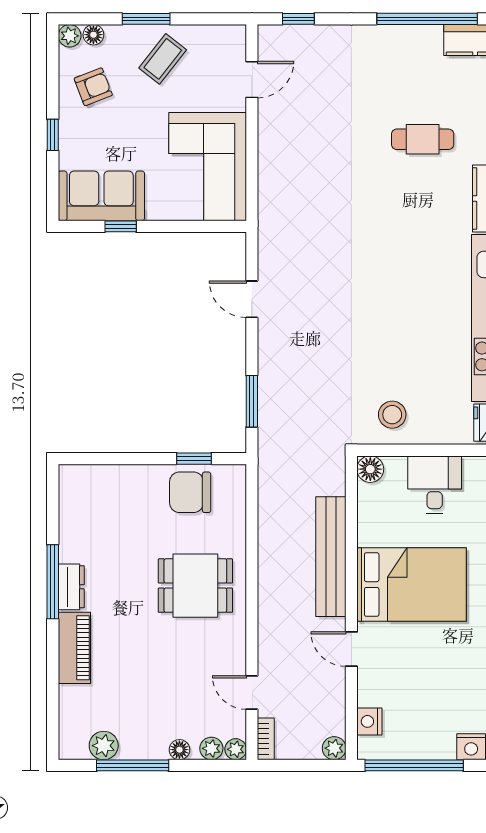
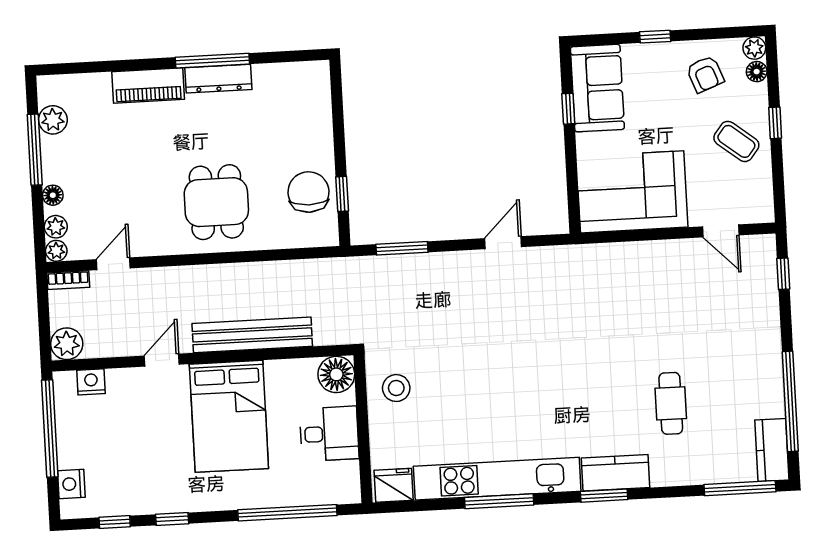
window: (146, 19) -> (775, 123), width x0.67
floor lamp: (370, 469) -> (336, 374), width x1.38, depth x1.38
dresser: (71, 587) -> (218, 79), width x1.44
plant: (334, 748) -> (67, 344), width x1.38, depth x1.38

